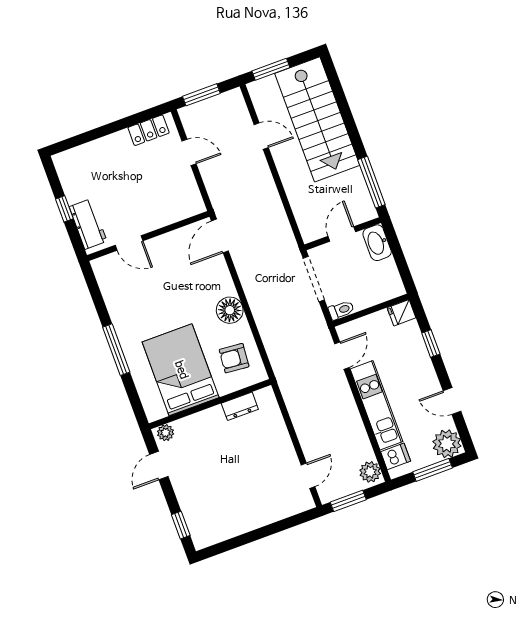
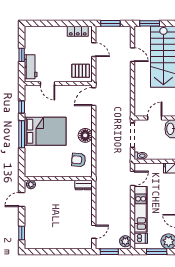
pallet: (180, 199) -> (81, 71), added
window: (98, 301) -> (22, 107), added
bed: (181, 370) -> (45, 131), moved, turned 90
dresser: (240, 406) -> (83, 185), moved

